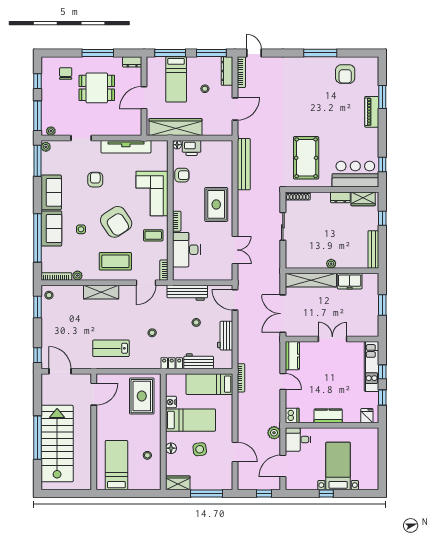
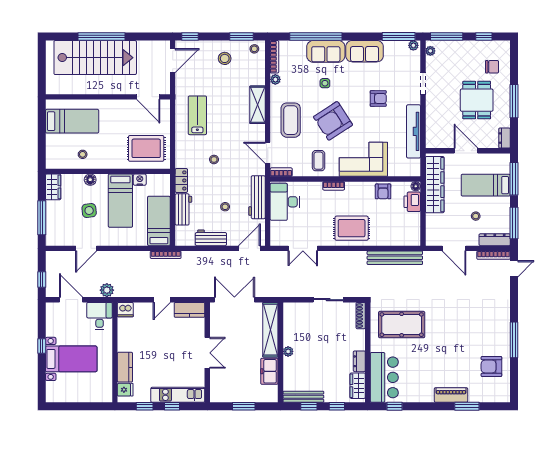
window: (382, 244) -> (309, 406), added
desk: (186, 250) -> (285, 202), moved, turned -90
stool: (58, 323) -> (225, 58), added
kitchen counter: (328, 416) -> (125, 367), moved

